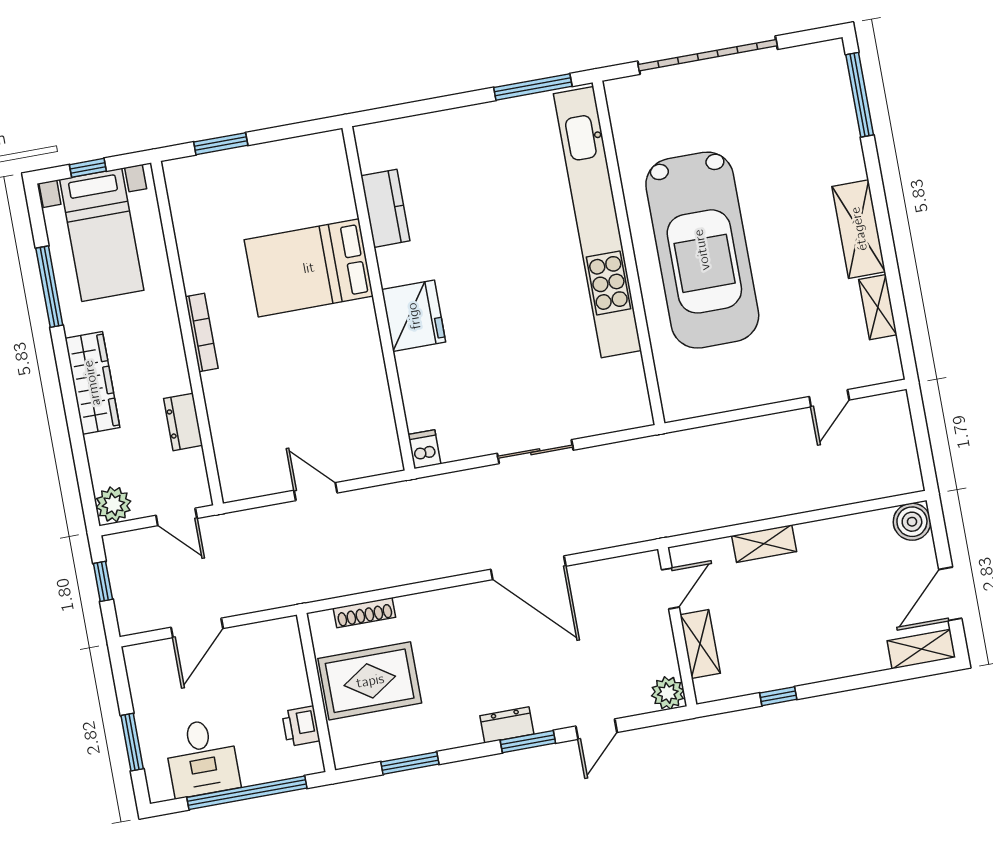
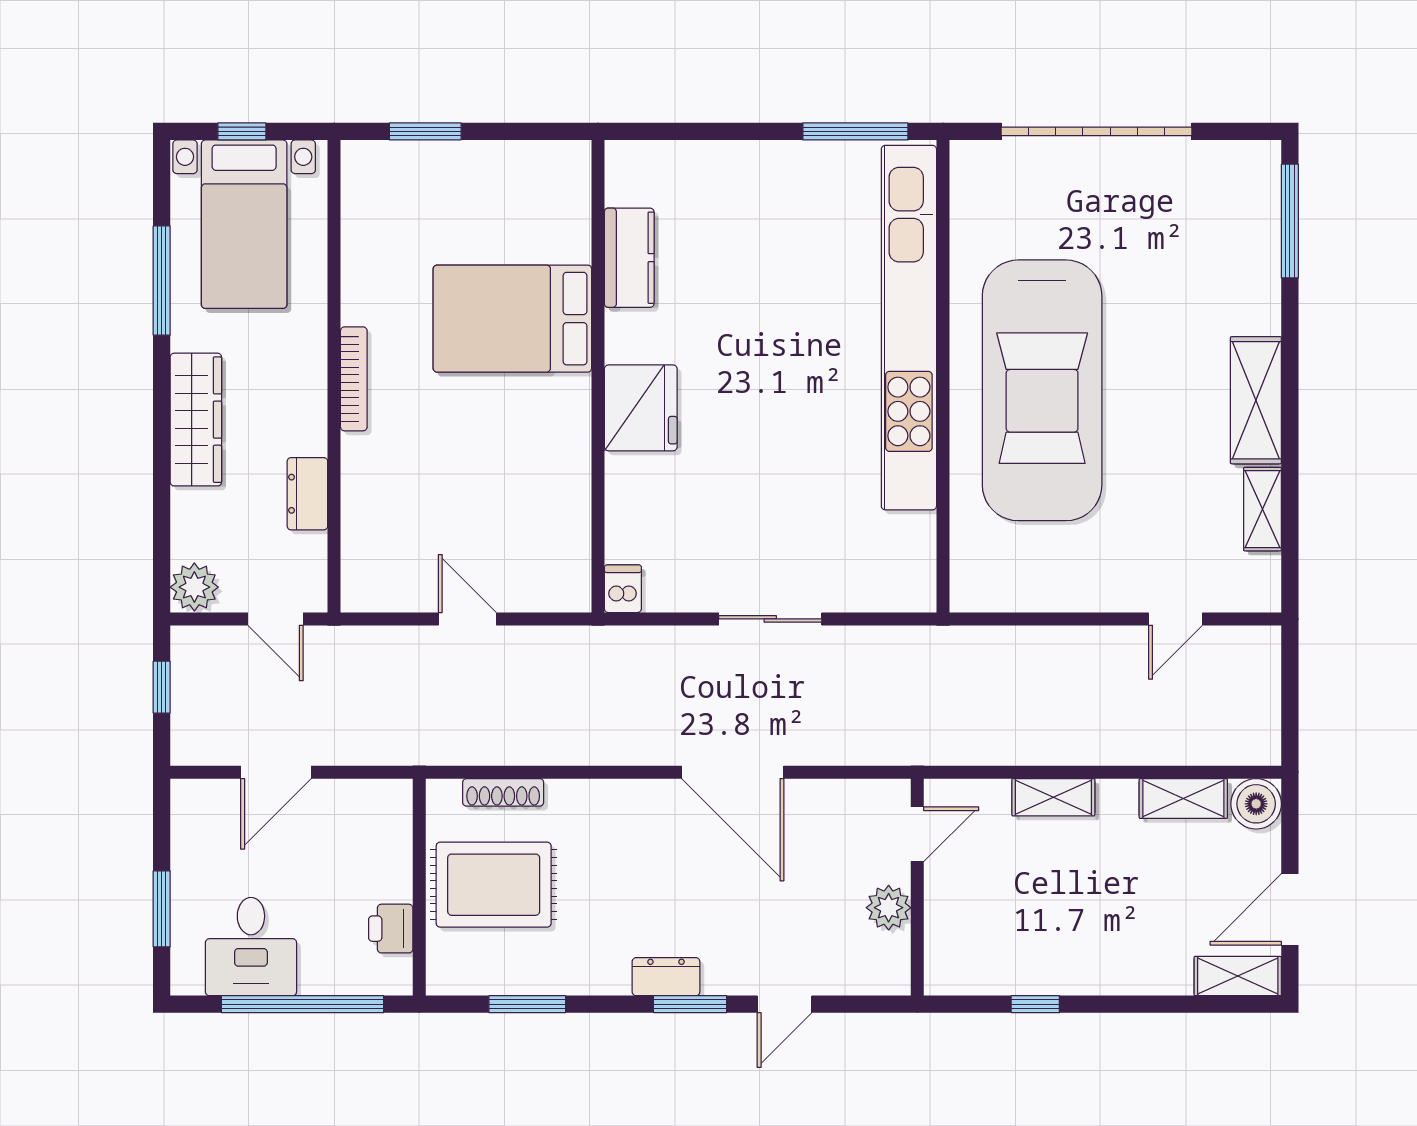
shelving: (700, 644) -> (1183, 798), moved, turned 90
plant: (668, 693) -> (889, 908), moved

